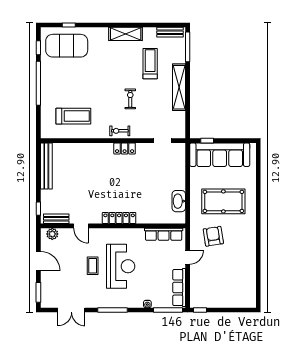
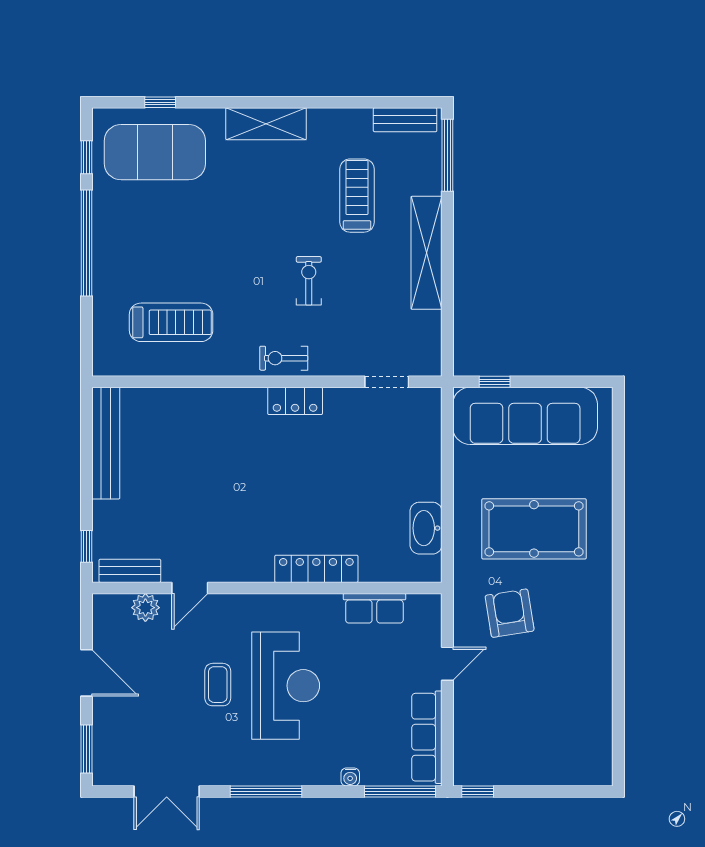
shelving: (126, 34) -> (266, 124), moved
locker: (119, 218) -> (316, 569), moved
door: (81, 226) -> (190, 588), hinge flipped
plant: (52, 234) -> (145, 608), moved
row of seats: (164, 234) -> (374, 608), width x0.68

